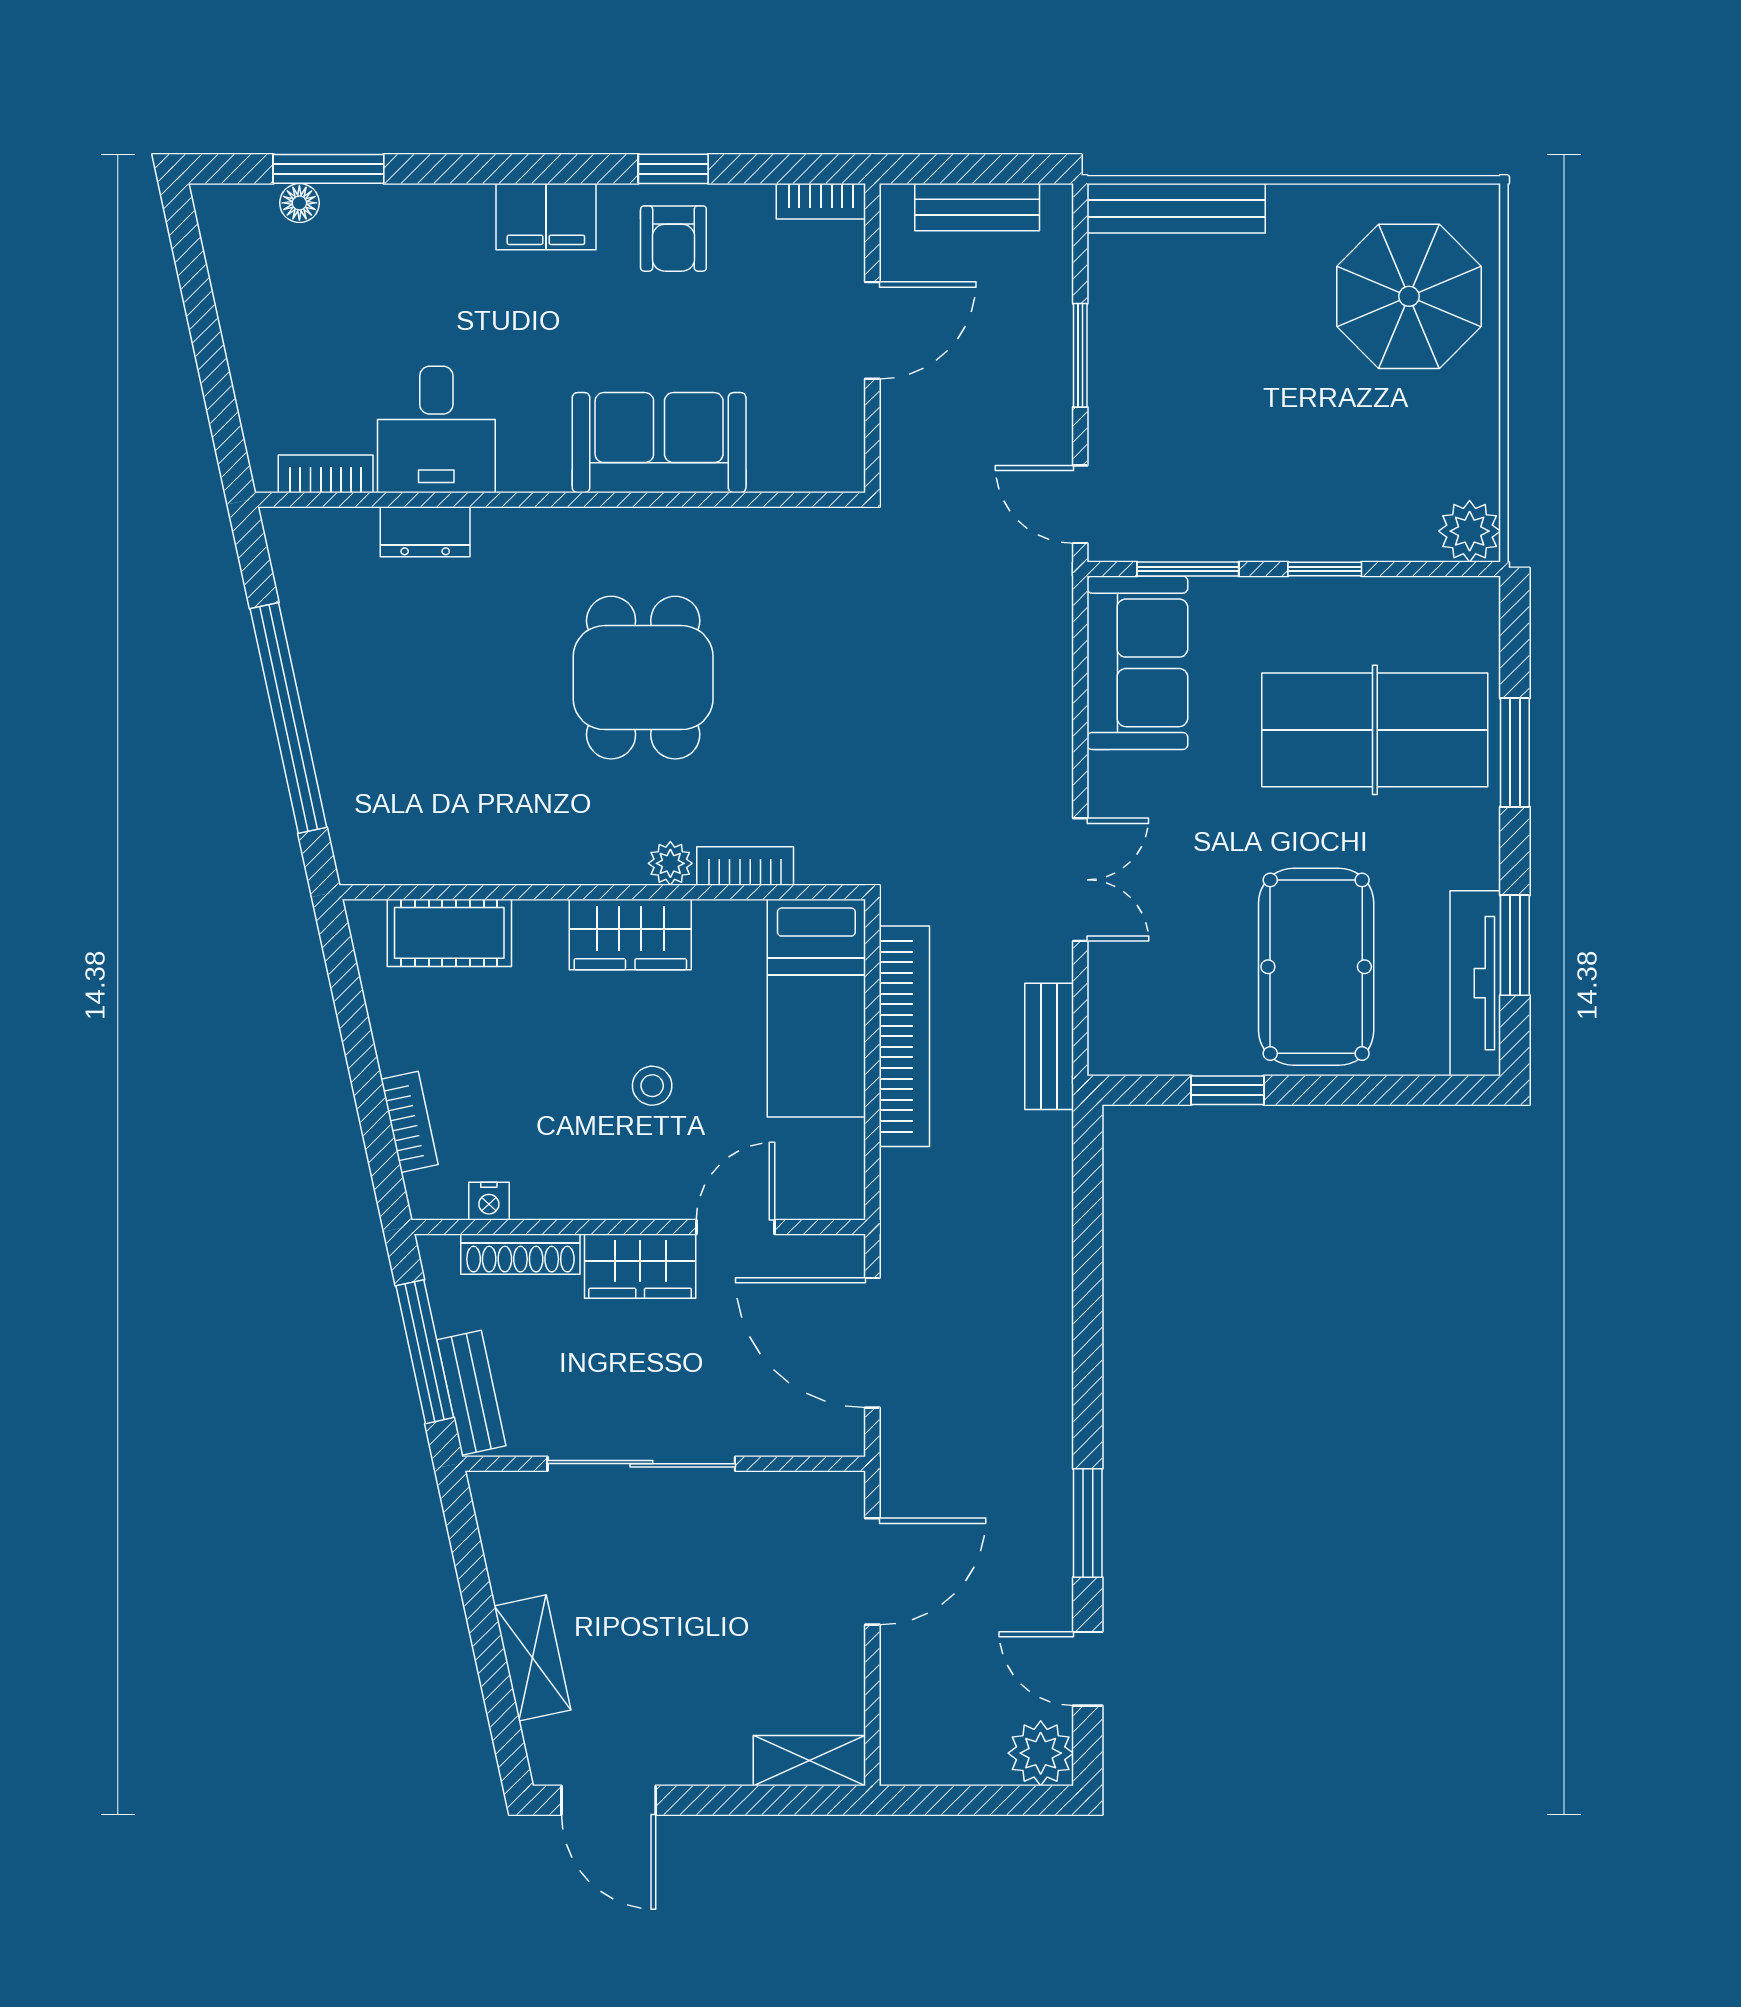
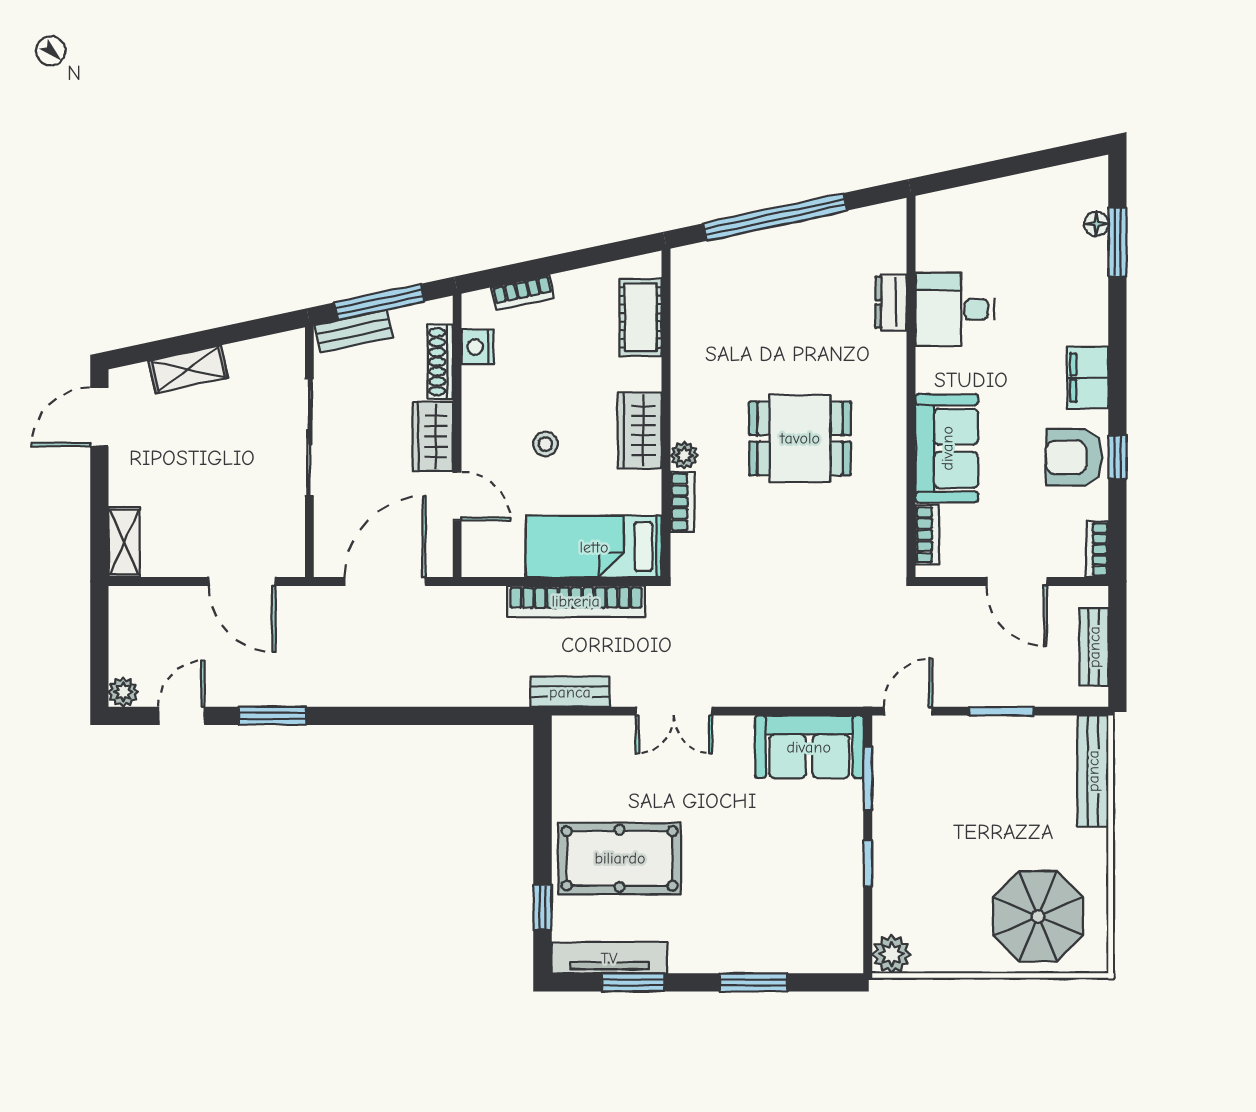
armchair: (673, 239) -> (1074, 457), width x1.38, depth x1.38
bookcase: (326, 474) -> (927, 535), moved
table tennis table: (1375, 730) -> (767, 895), removed
window: (1227, 1090) -> (542, 907), moved
nightstand: (489, 1201) -> (477, 347), width x1.39, depth x1.35
plant: (1041, 1753) -> (123, 692), width x0.73, depth x0.73

